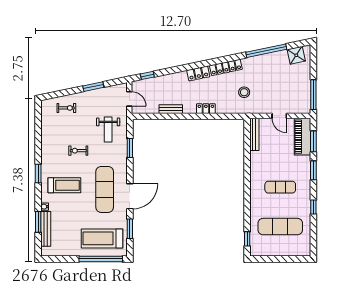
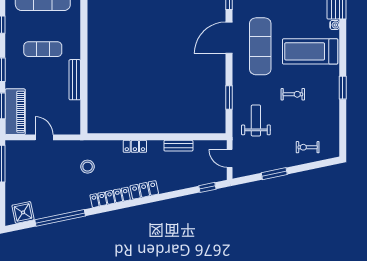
bench: (254, 134) -> (75, 80), moved
window: (38, 174) -> (343, 88), moved
treadmill: (64, 185) -> (310, 51), width x1.37, depth x1.38

